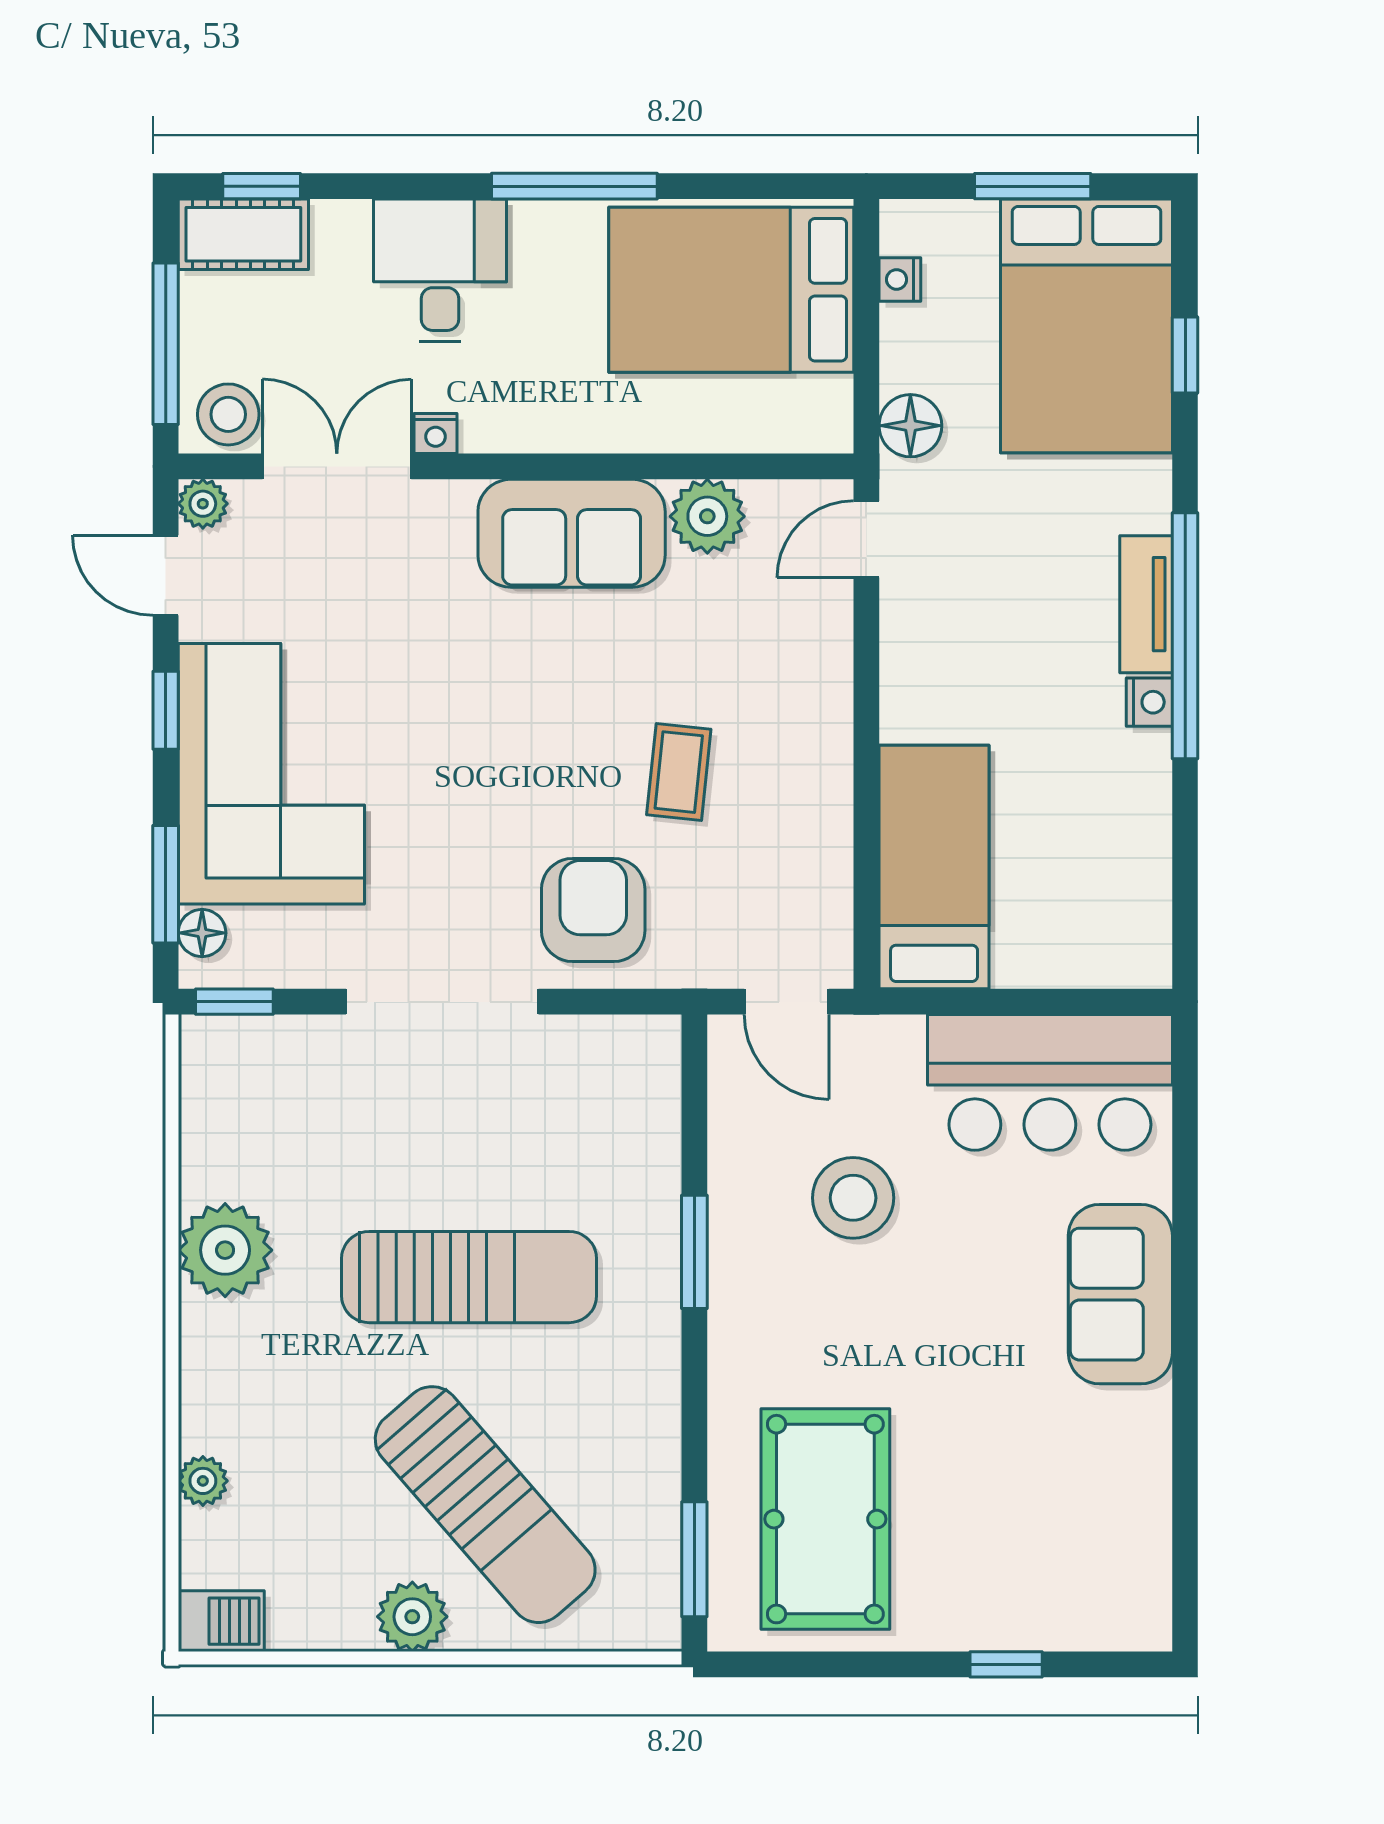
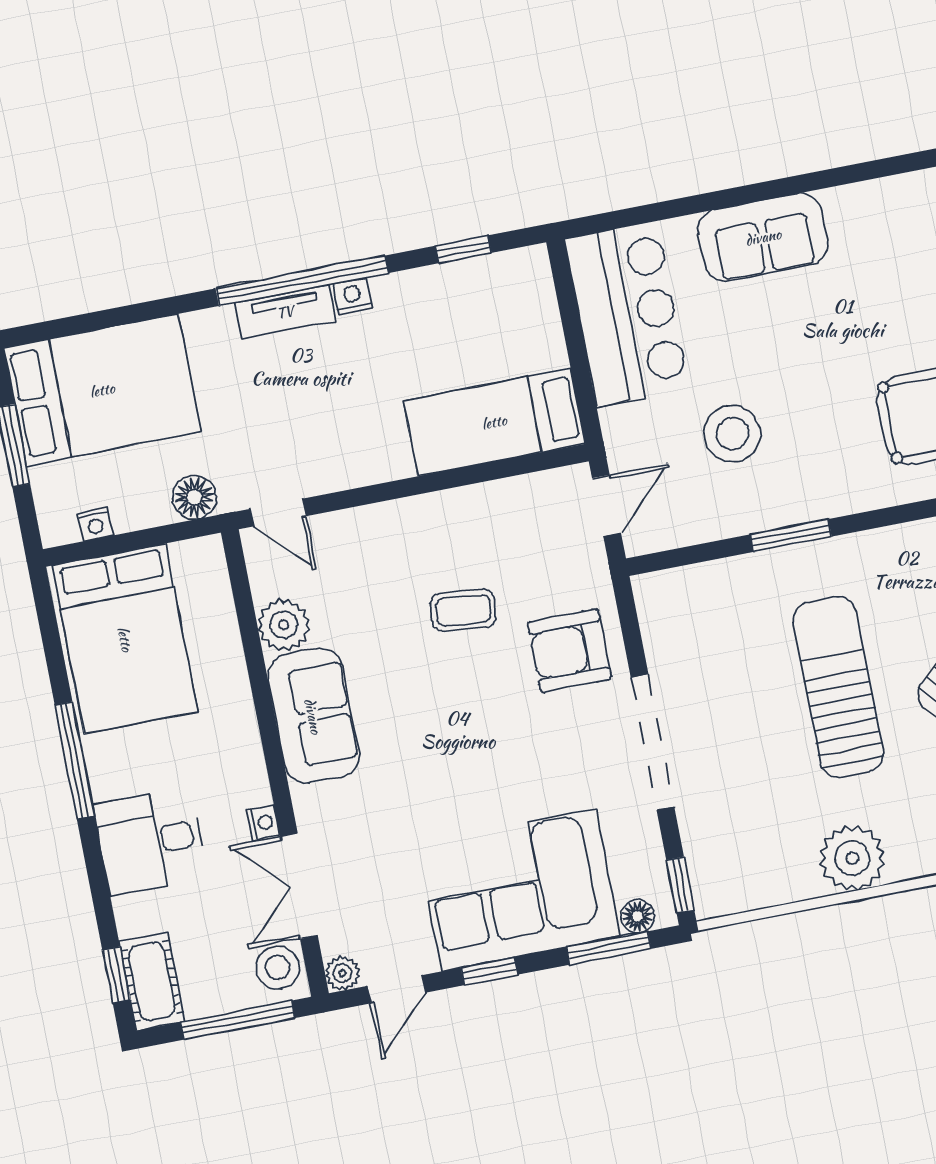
window: (1185, 355) -> (463, 249), moved

